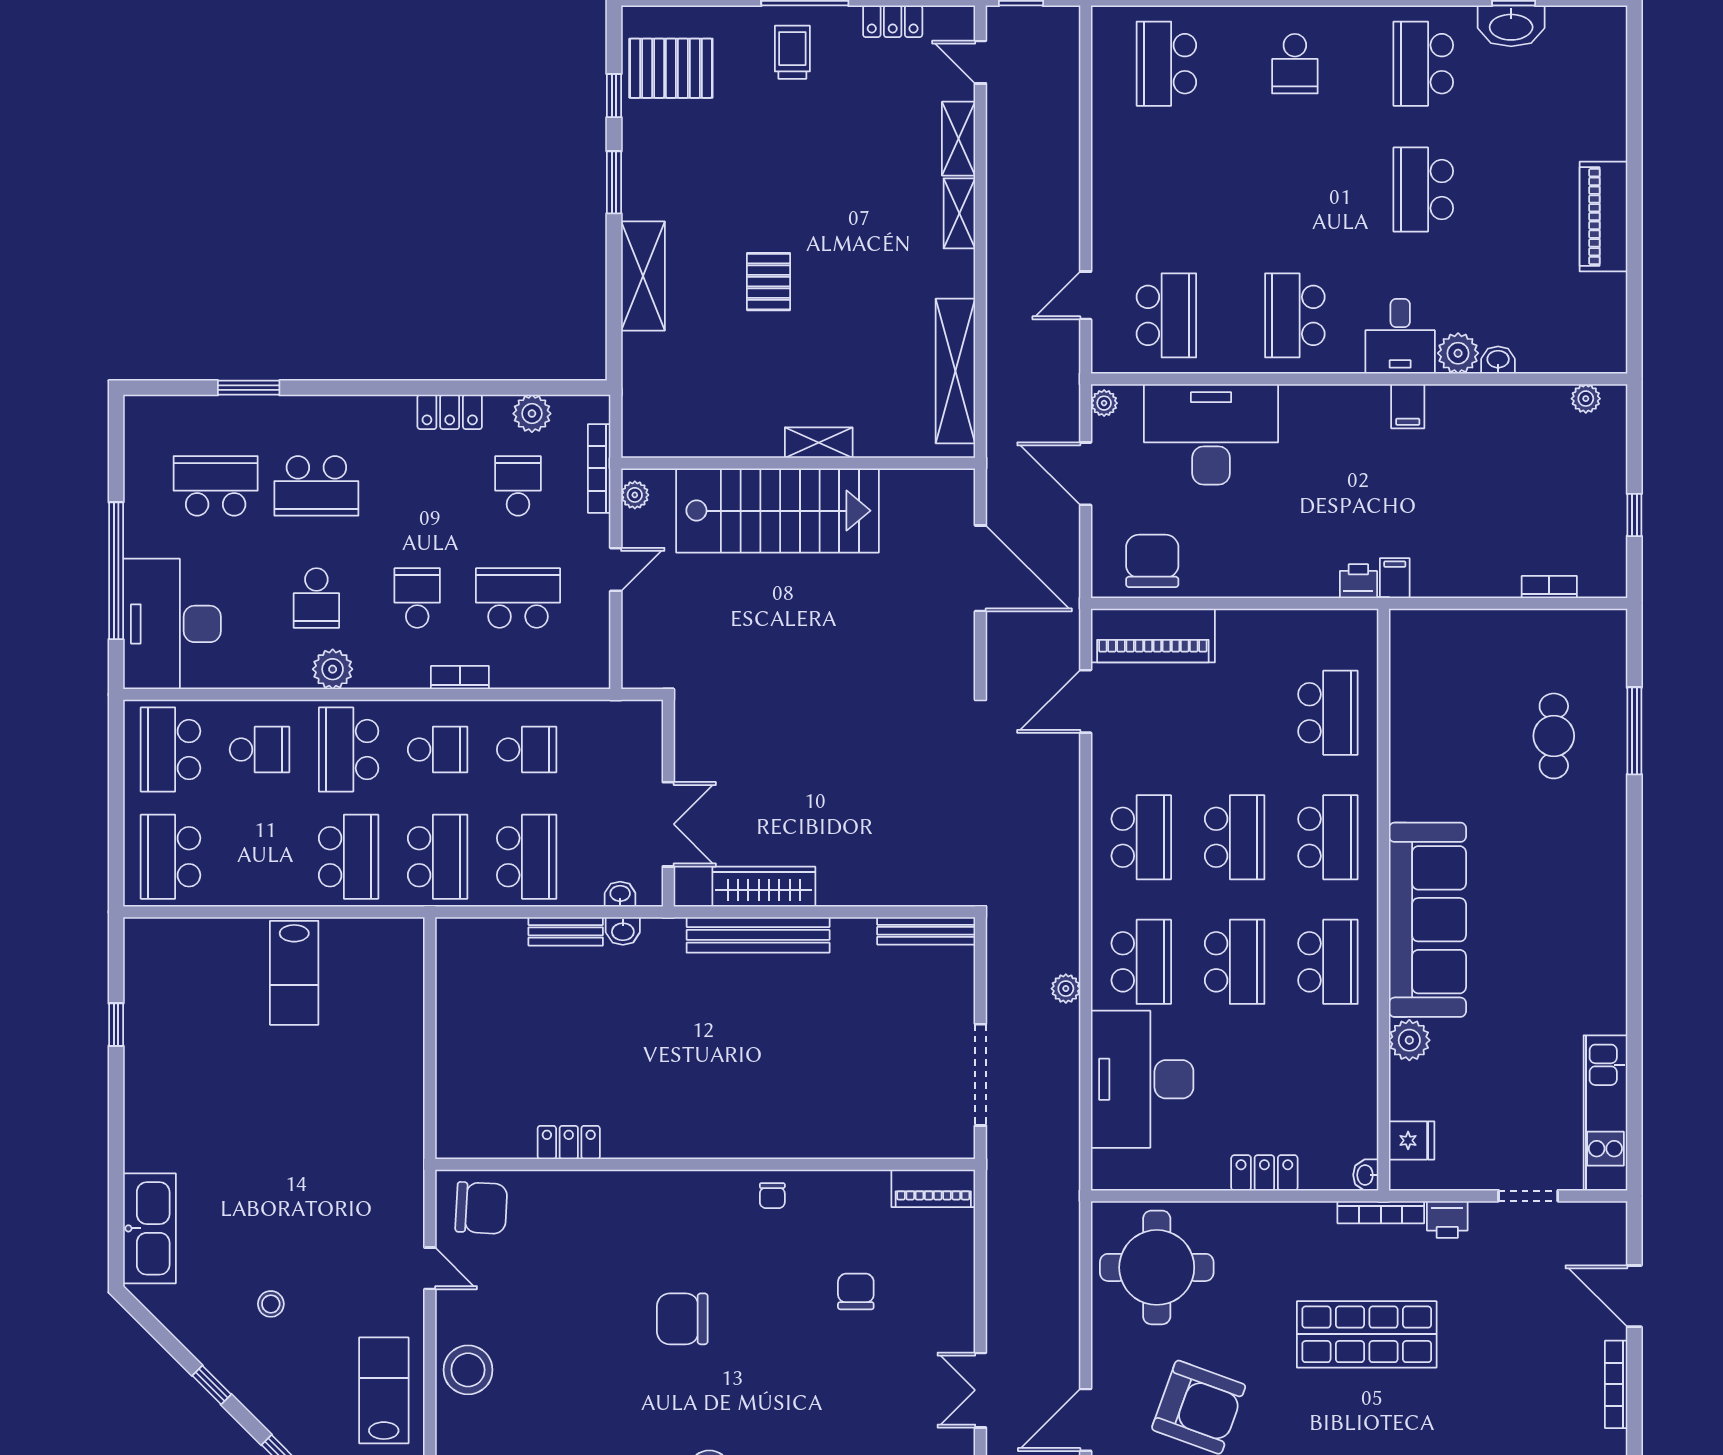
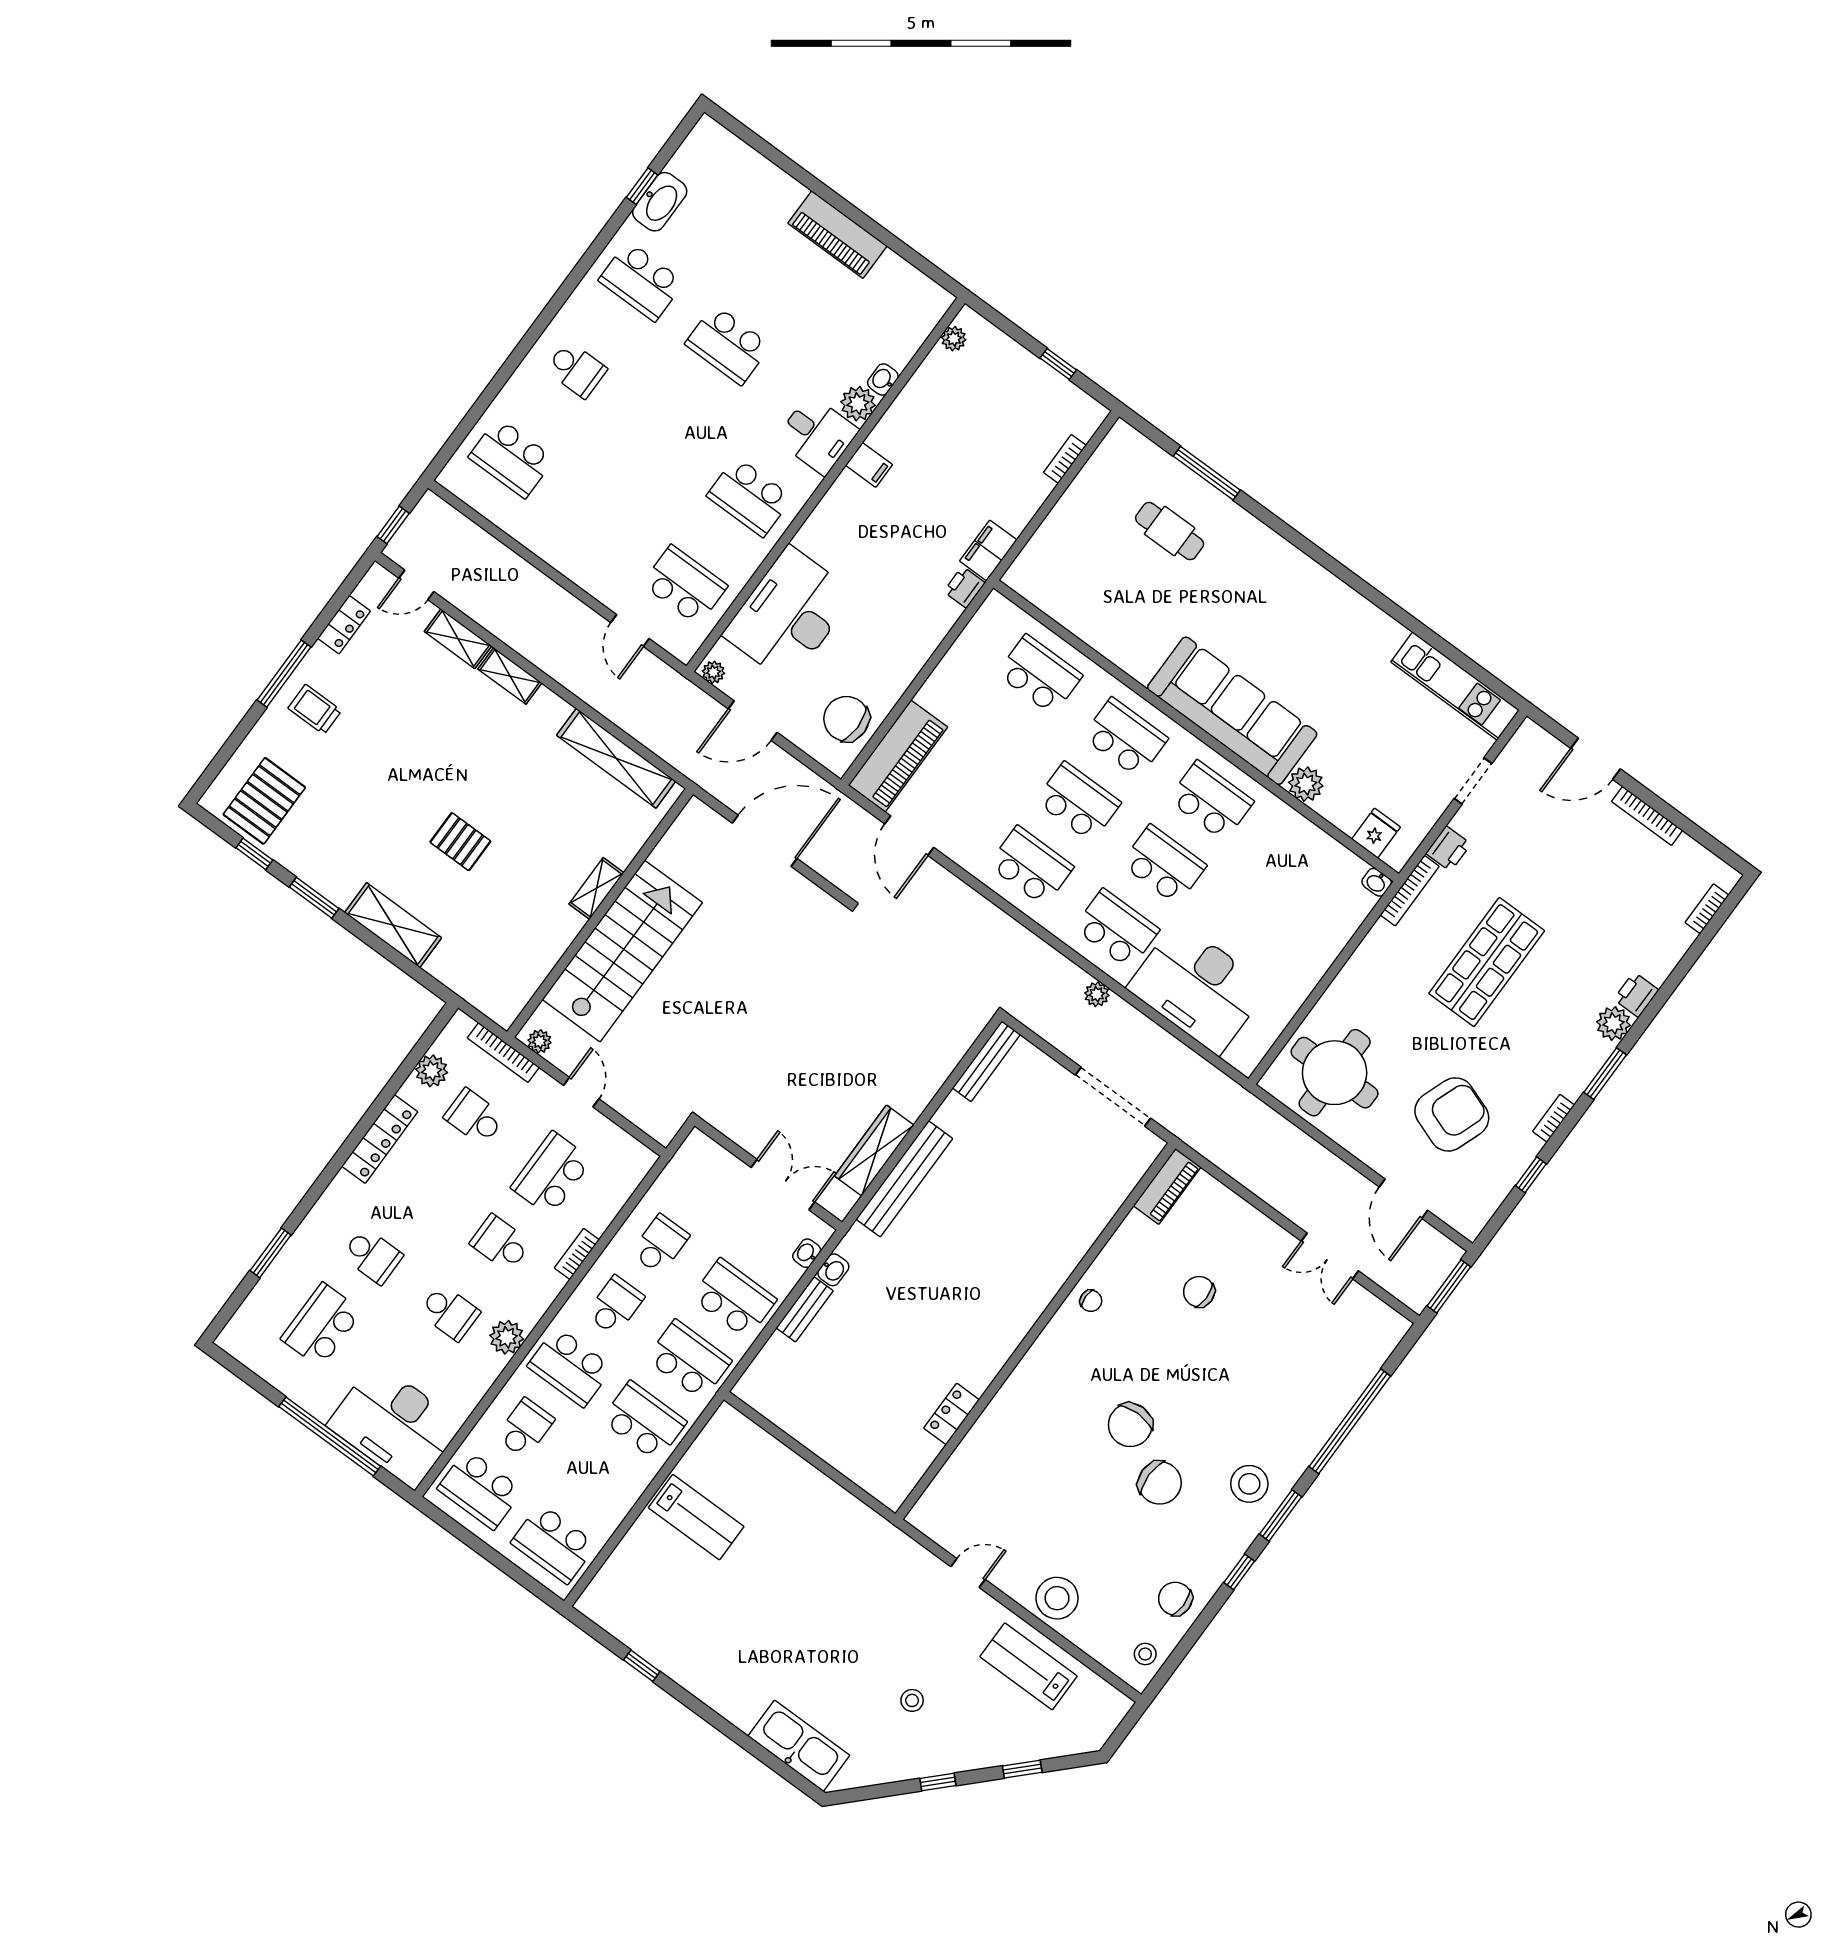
locker: (450, 412) -> (380, 1139), width x1.53
school desk: (316, 486) -> (372, 1256), width x0.54
filing cabinet: (1395, 578) -> (988, 550), width x2.00
locker: (1264, 1173) -> (1324, 951), removed
chair: (481, 1208) -> (1160, 1483), moved, turned 87

